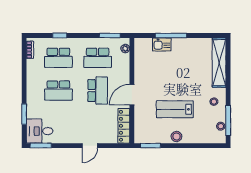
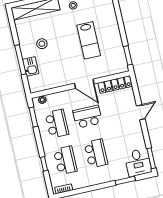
stool: (176, 137) -> (42, 44), moved
door: (90, 146) -> (141, 112), hinge flipped

